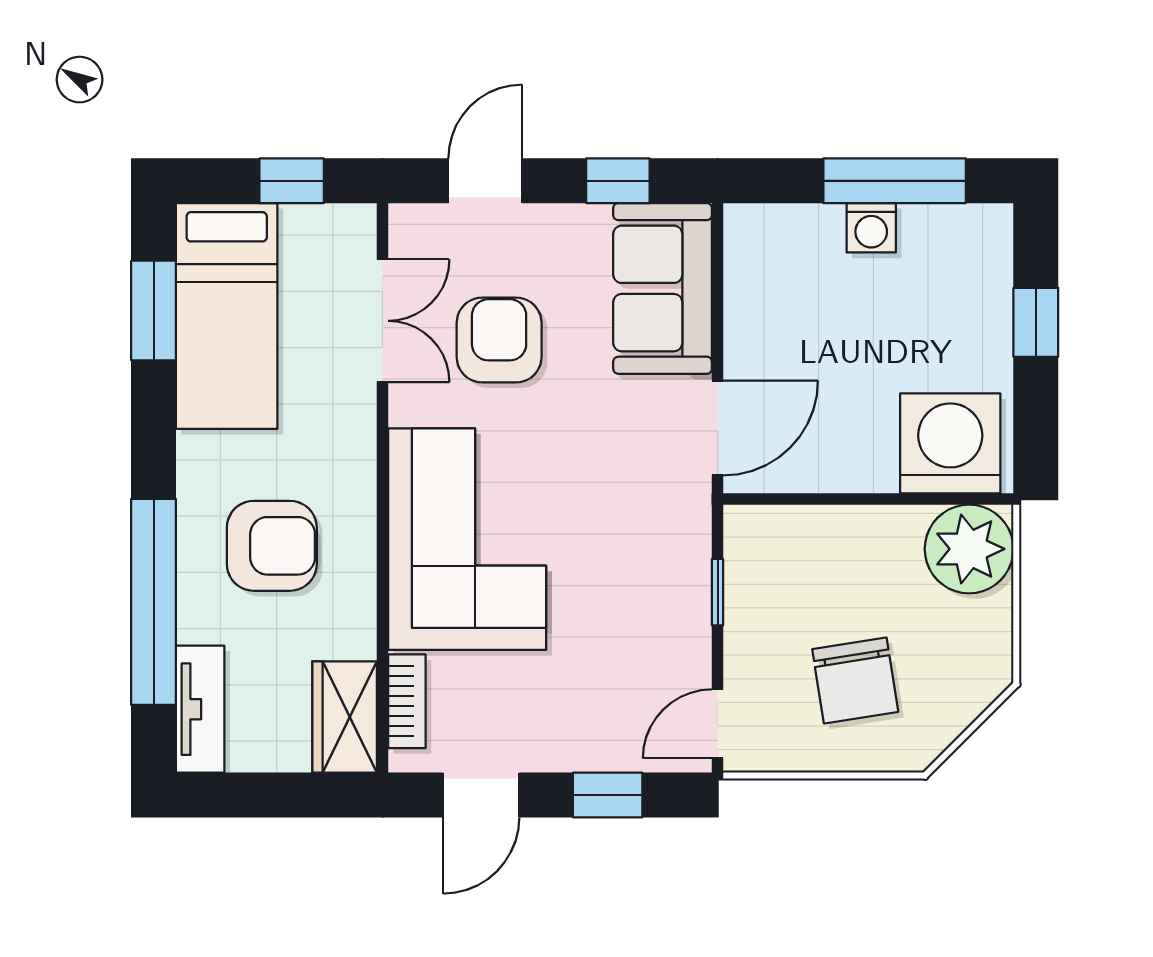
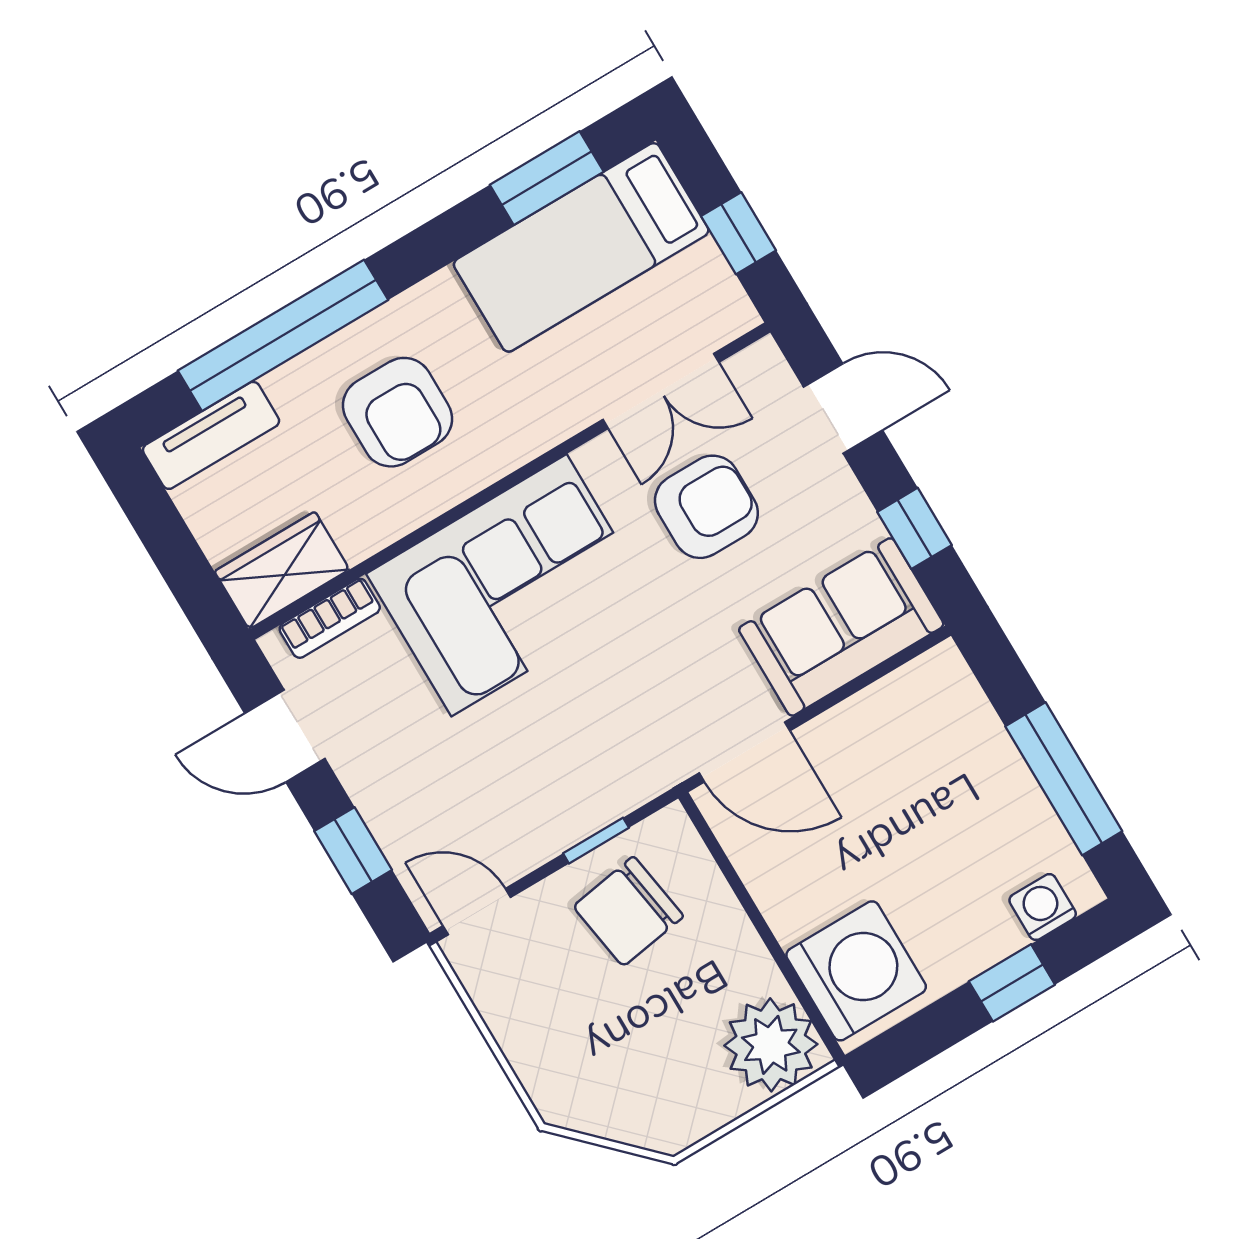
washing machine: (871, 228) -> (1043, 907), moved, turned 90
chair: (855, 680) -> (628, 911), moved

